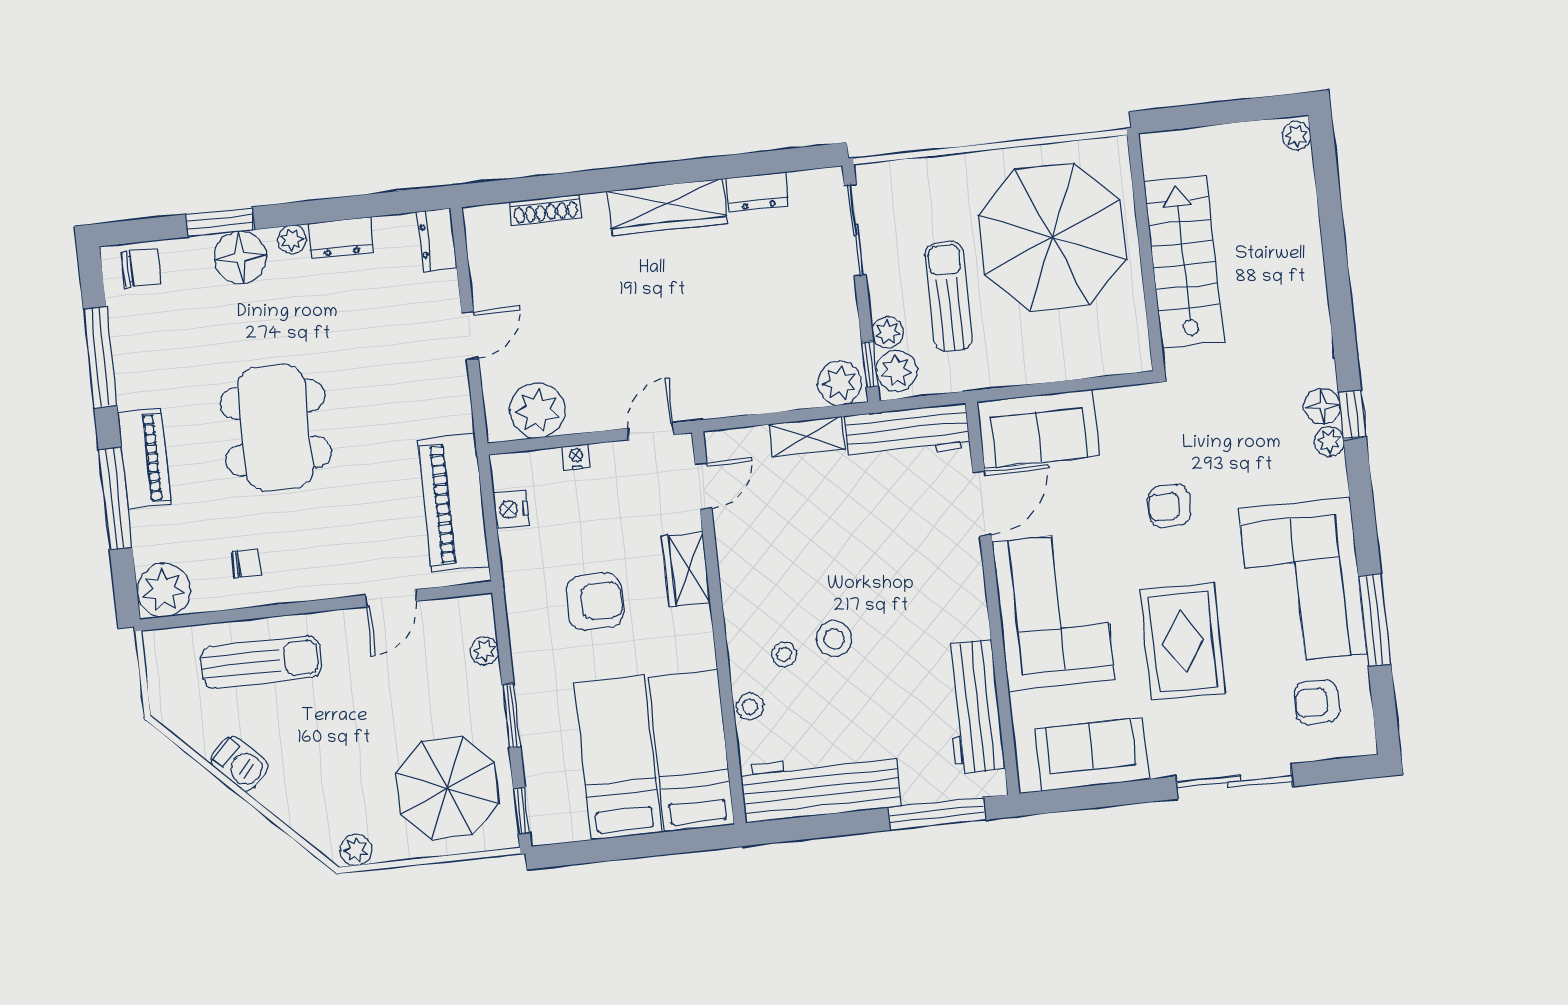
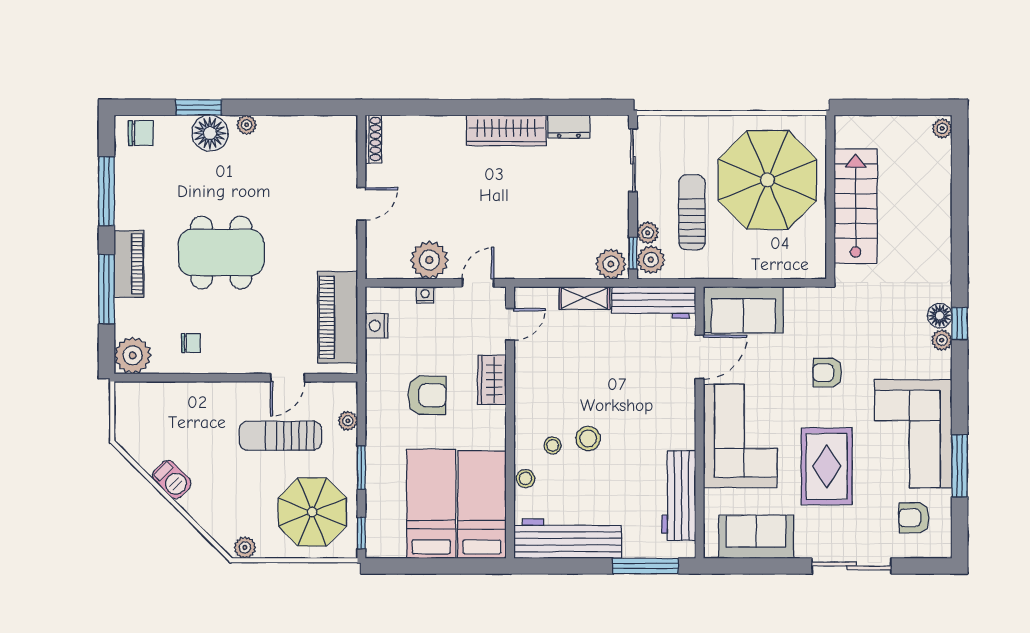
shoe rack: (546, 210) -> (373, 139), moved, turned -90
dresser: (341, 238) -> (280, 127), removed
dresser: (437, 240) -> (346, 136), removed
plant: (537, 410) -> (429, 260), moved
dining table: (275, 428) -> (221, 252), turned 90
sun lounger: (261, 662) -> (280, 436), moved, turned 180

